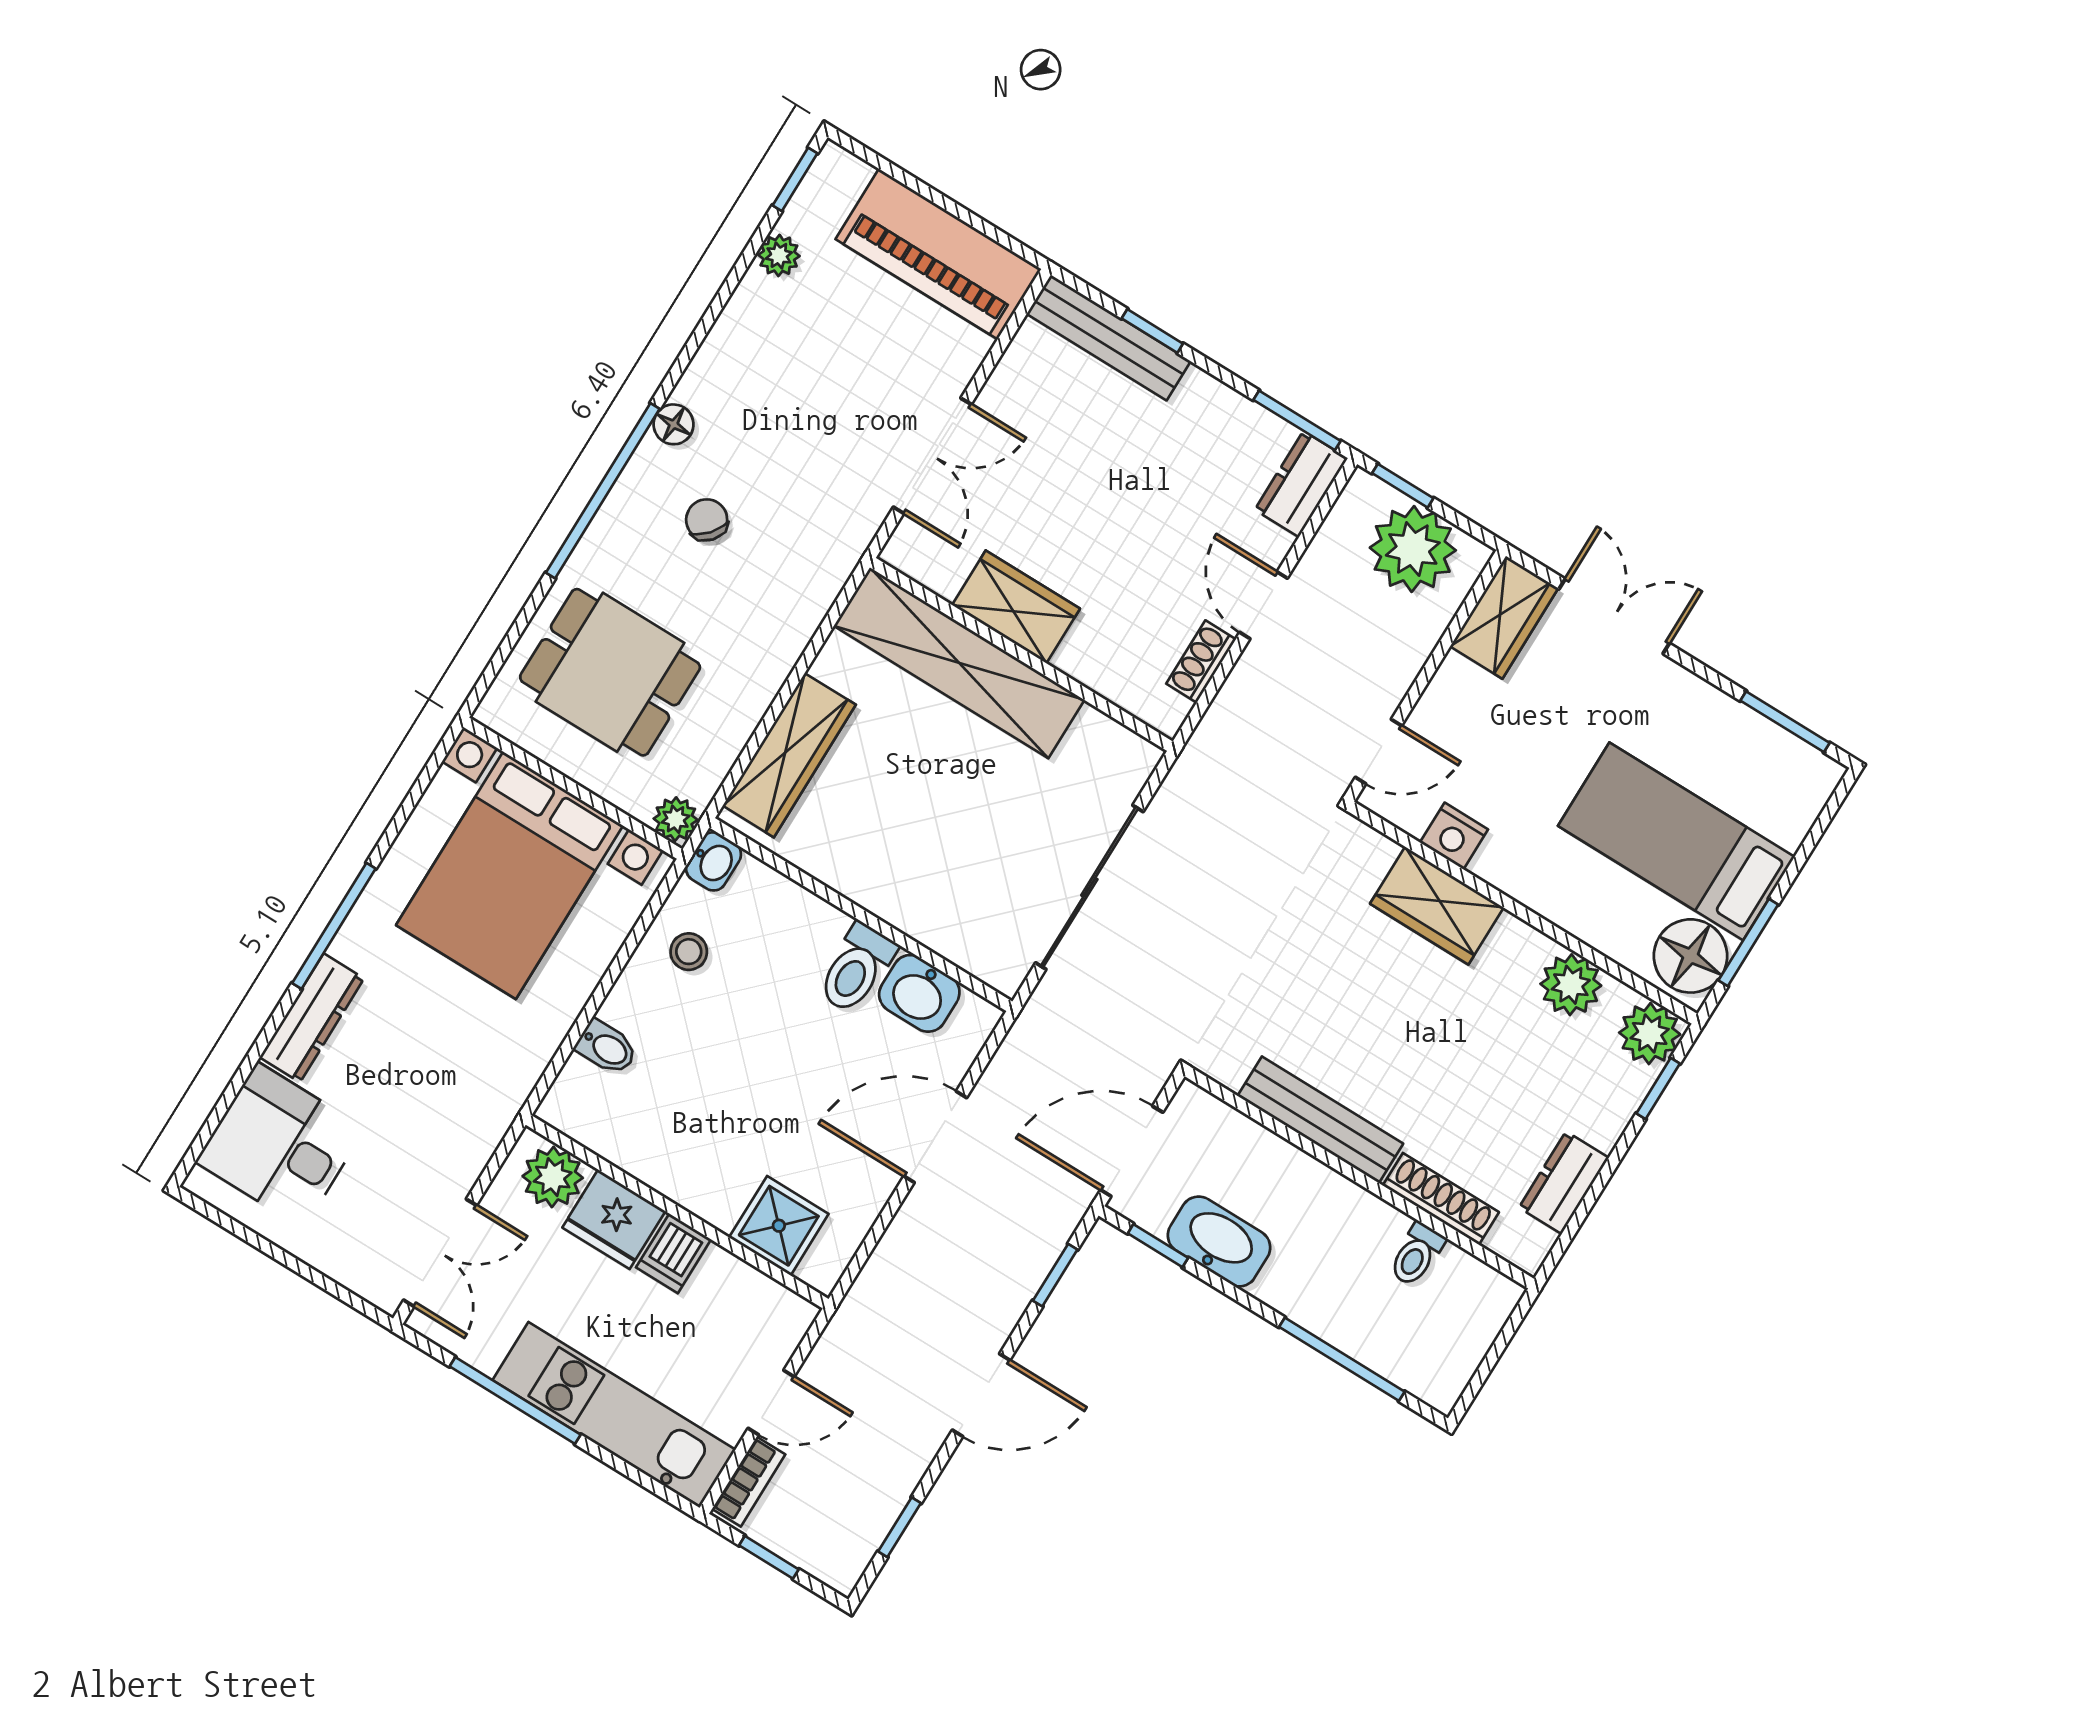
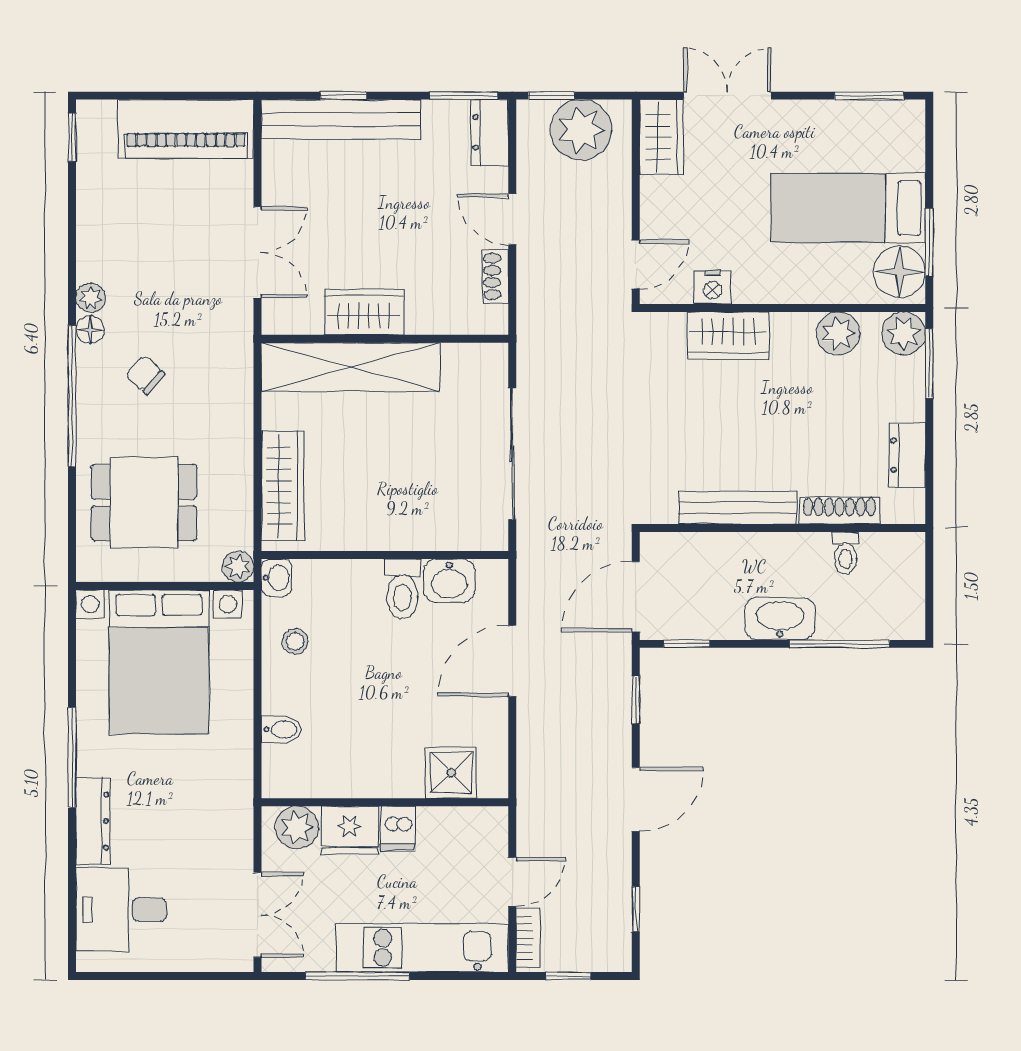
plant: (779, 255) -> (91, 298), moved
bench: (1109, 338) -> (341, 119), width x1.37, depth x1.21
window: (1658, 1089) -> (929, 363), width x1.50
washbasin: (1219, 1241) -> (780, 619), moved

